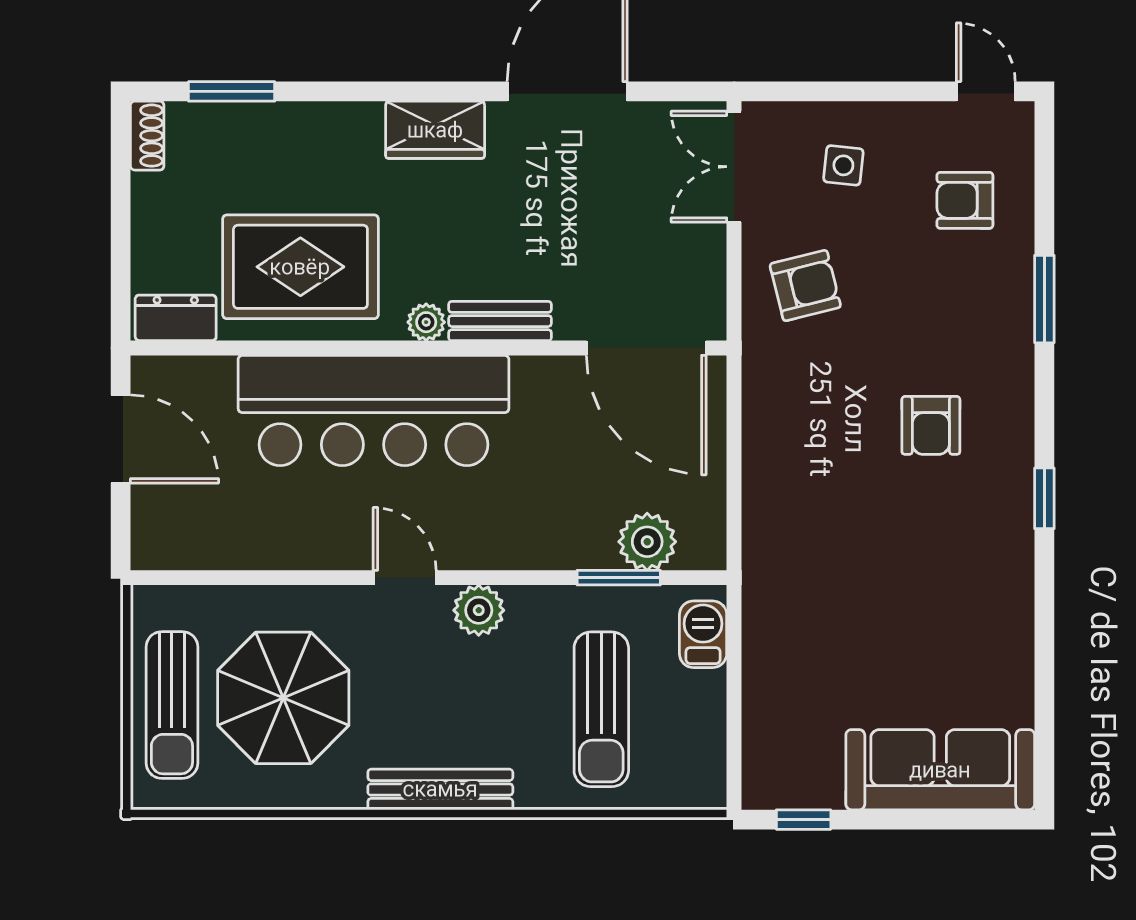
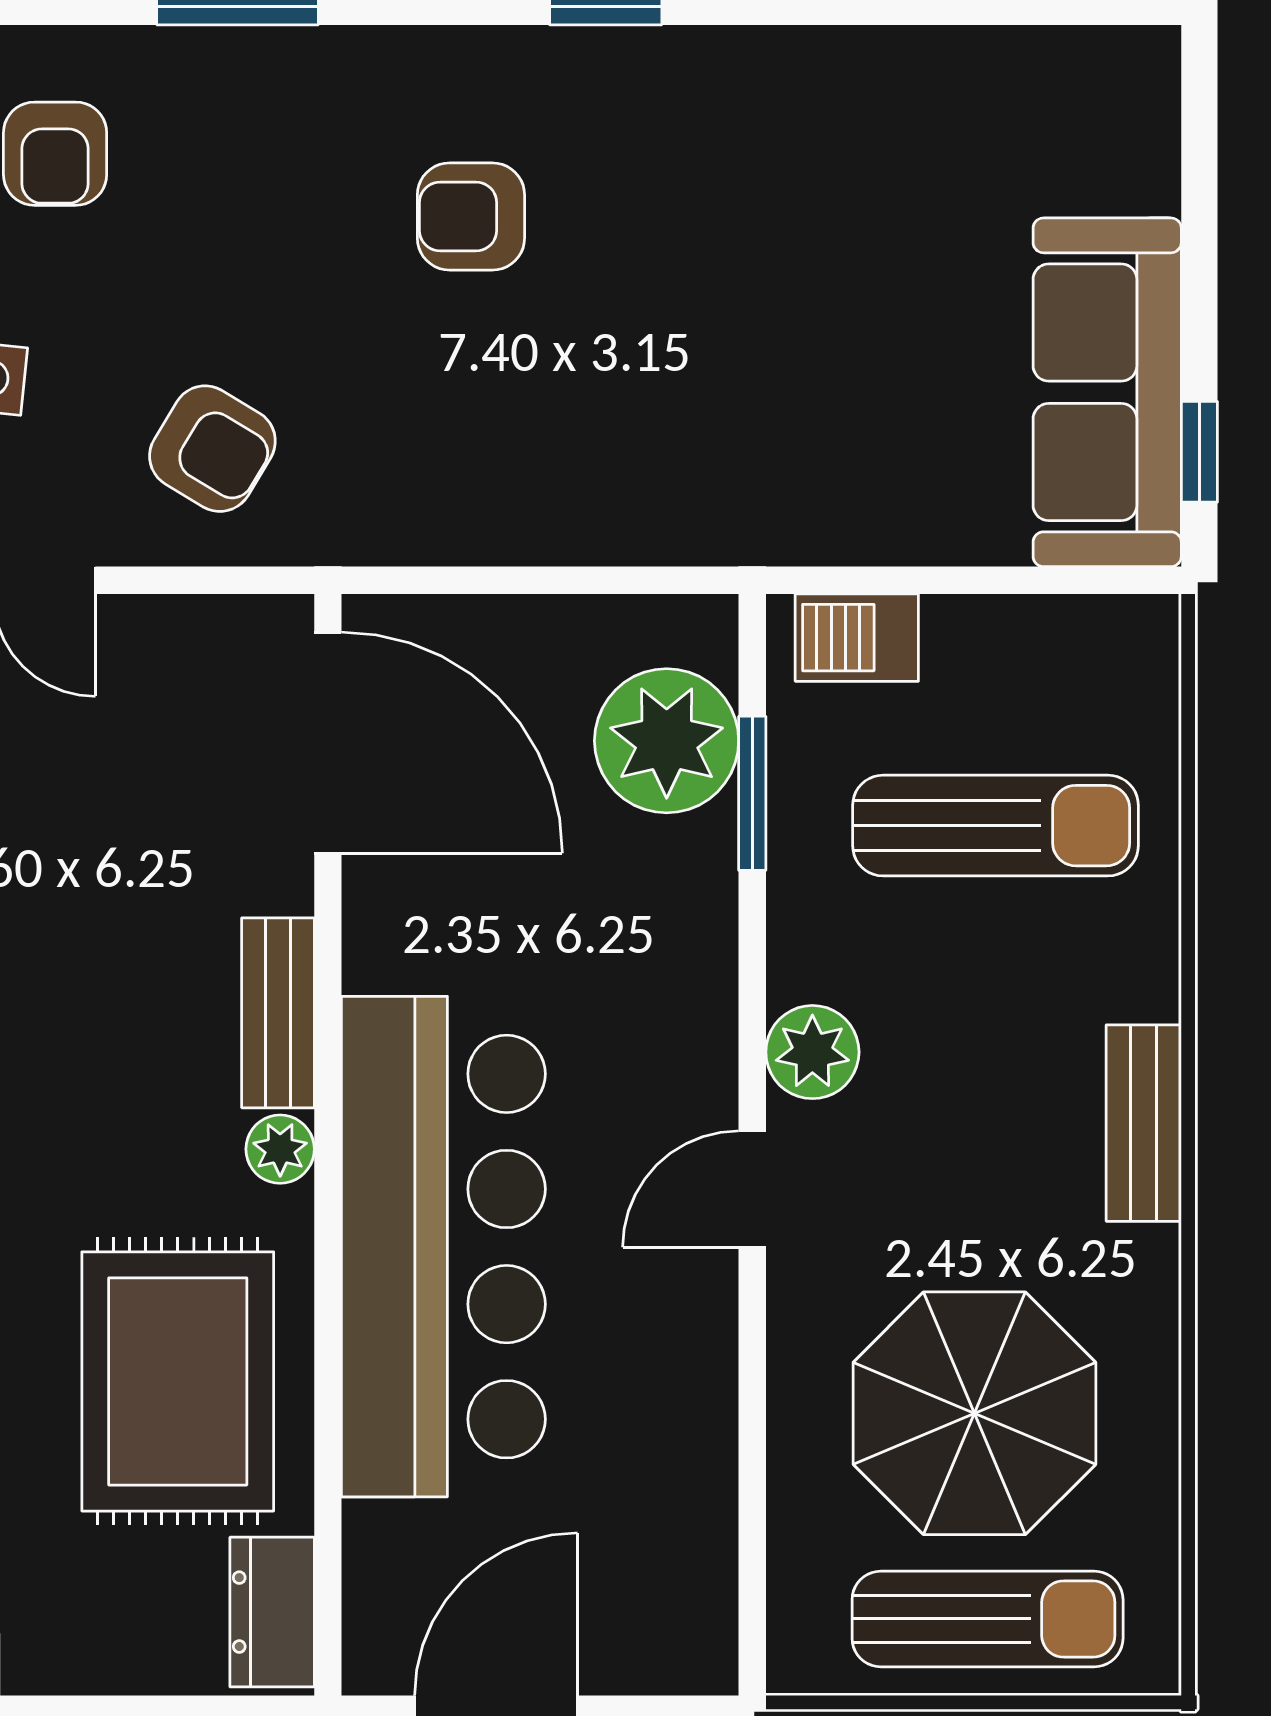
armchair: (805, 286) -> (212, 449), turned 135
door: (646, 348) -> (328, 743), hinge flipped
armchair: (931, 425) -> (471, 217), turned 180
plant: (647, 542) -> (667, 741), width x1.36, depth x1.36
sofa: (940, 770) -> (1107, 392), moved
bench: (440, 789) -> (1144, 1123), width x0.73

